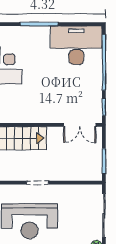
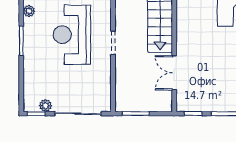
double door: (80, 125) -> (174, 73), moved

